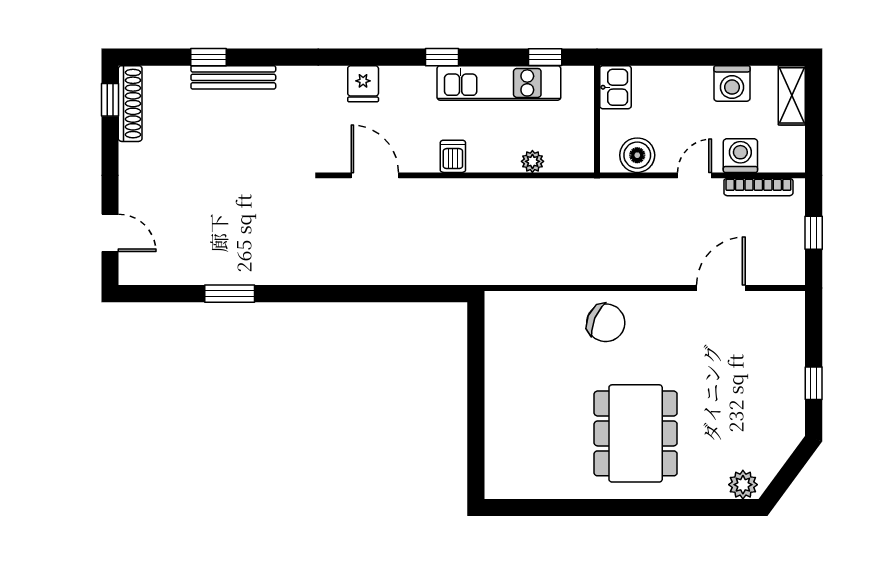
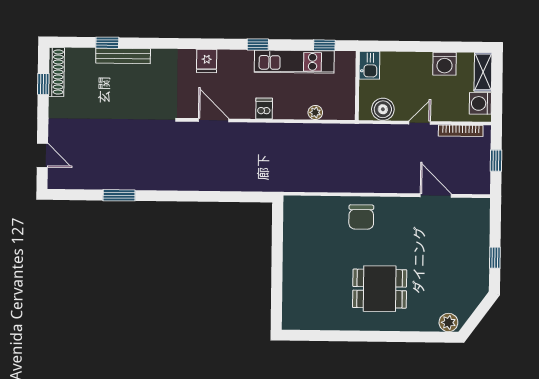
window: (110, 100) -> (43, 84), moved
washing machine: (740, 156) -> (480, 103), moved, turned -90
door: (721, 288) -> (436, 195), hinge flipped
chair: (606, 323) -> (361, 217), turned 67
dining table: (636, 433) -> (380, 289), width x0.73

